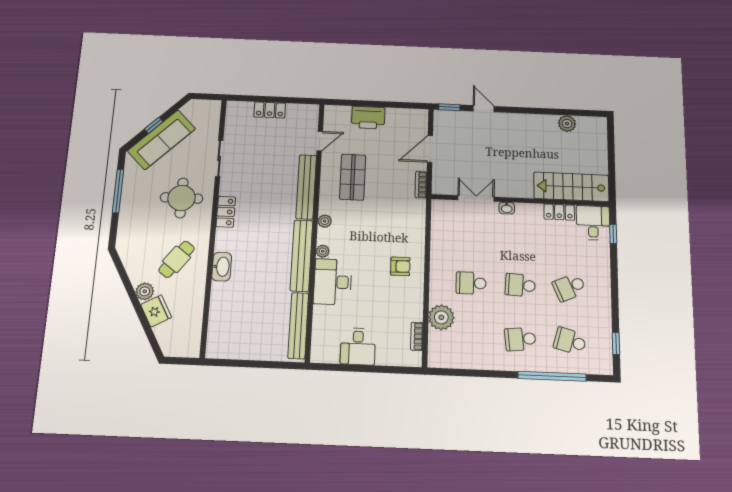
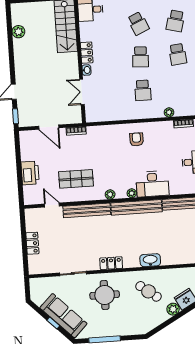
locker: (559, 212) -> (87, 53), moved
plant: (441, 317) -> (169, 112), width x0.53, depth x0.53

